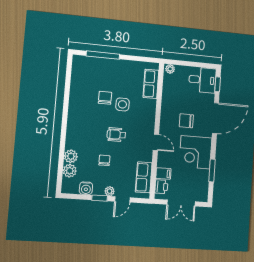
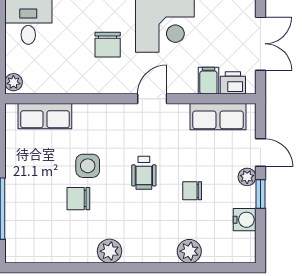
plant: (70, 171) -> (109, 251), moved

